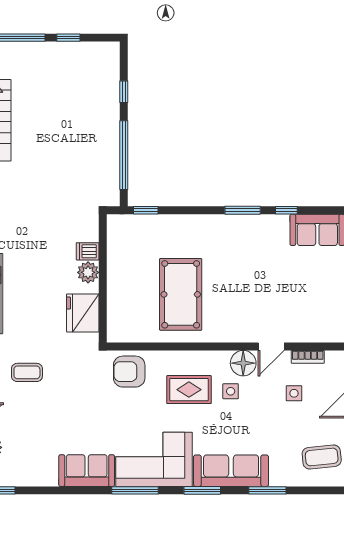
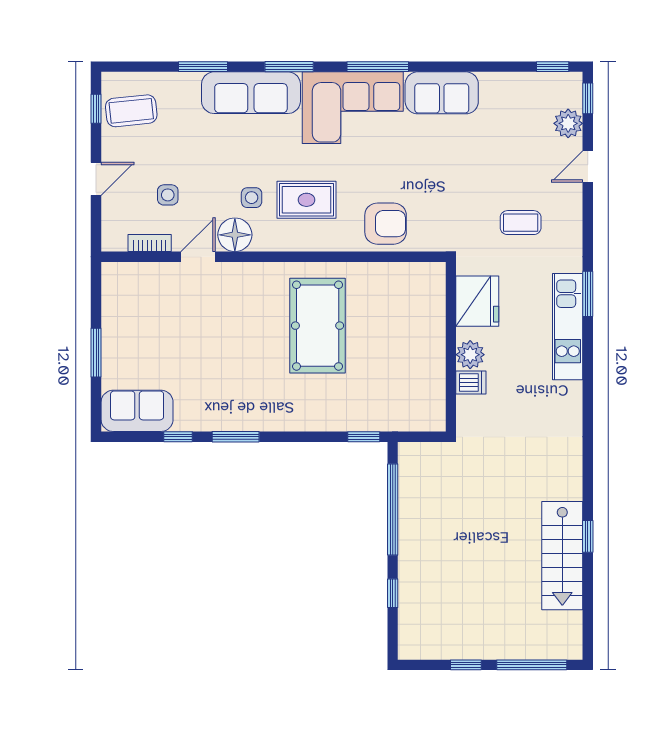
dishwasher: (88, 251) -> (471, 383), moved
plant: (88, 272) -> (470, 355), moved
wall: (103, 278) -> (451, 347), moved
fridge: (83, 313) -> (477, 301), moved

